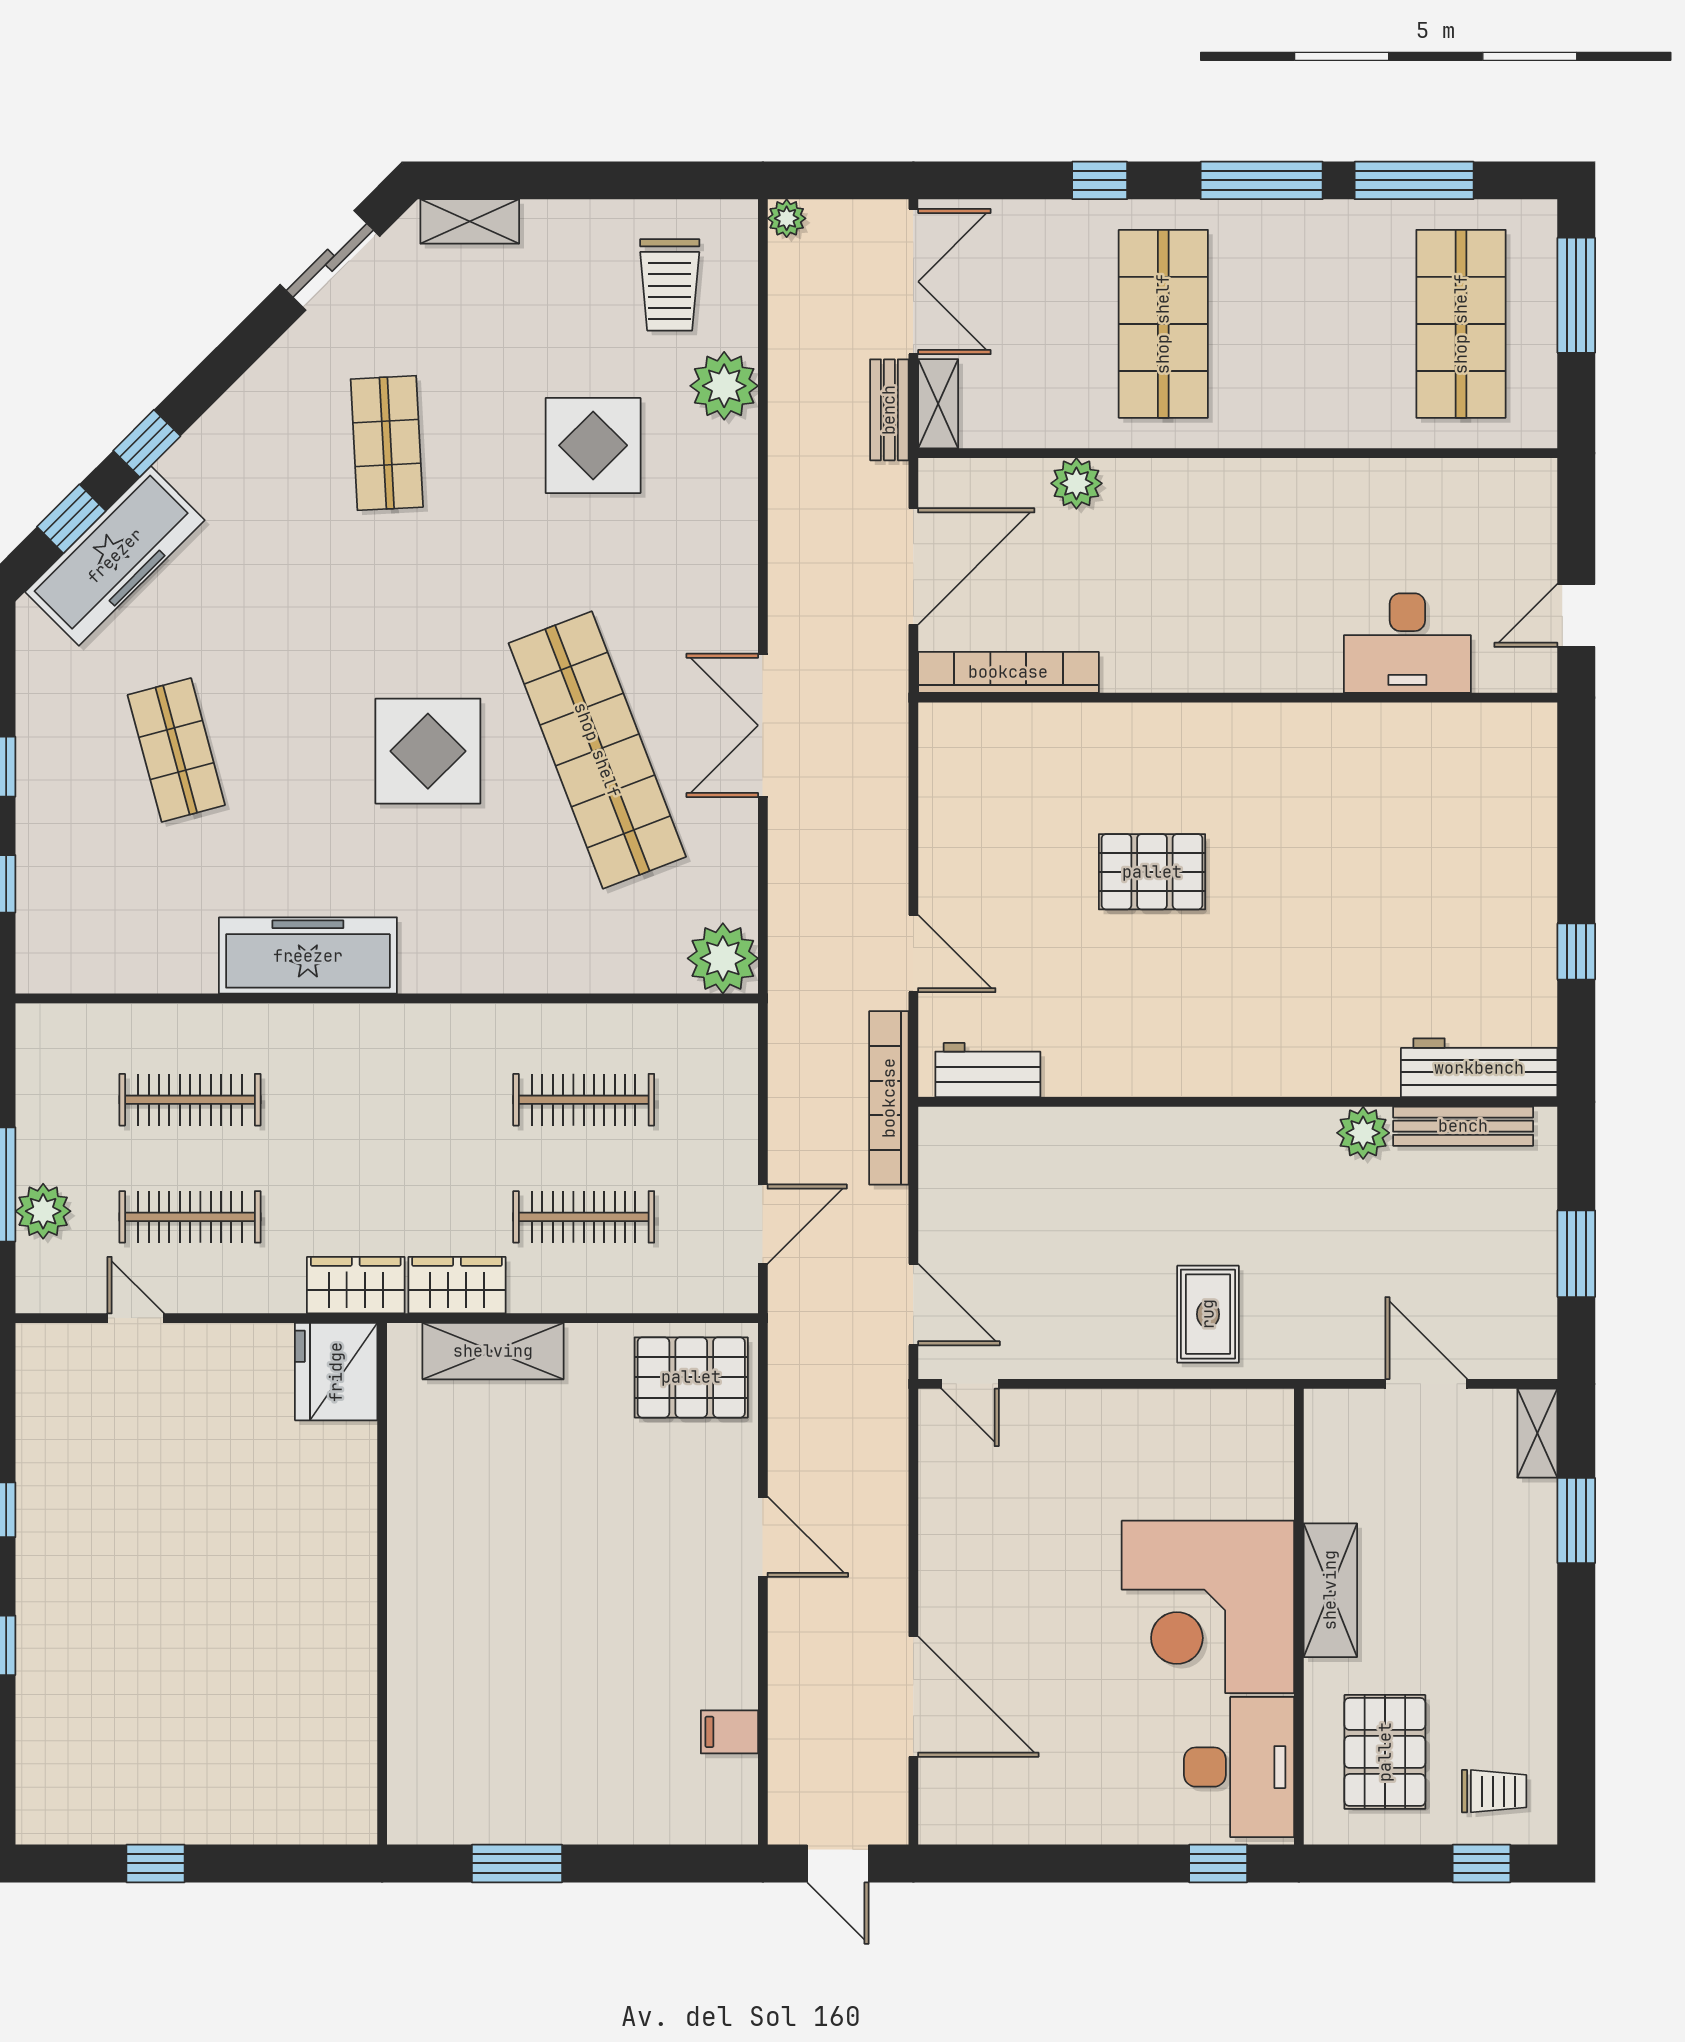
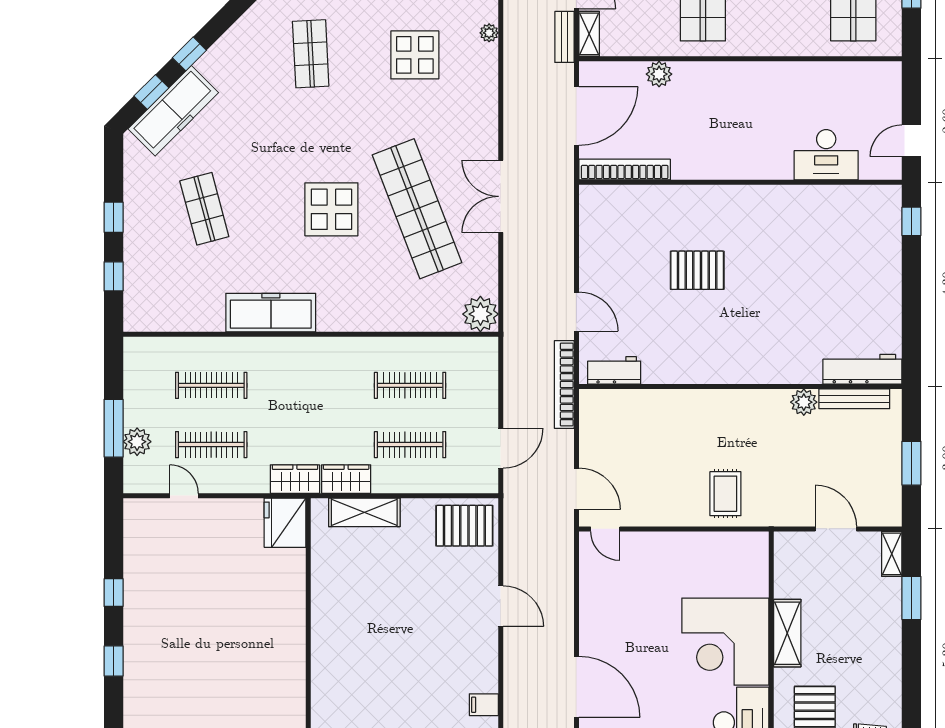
plant: (724, 386) -> (489, 33), width x0.53, depth x0.53
window: (1576, 952) -> (911, 221), moved

